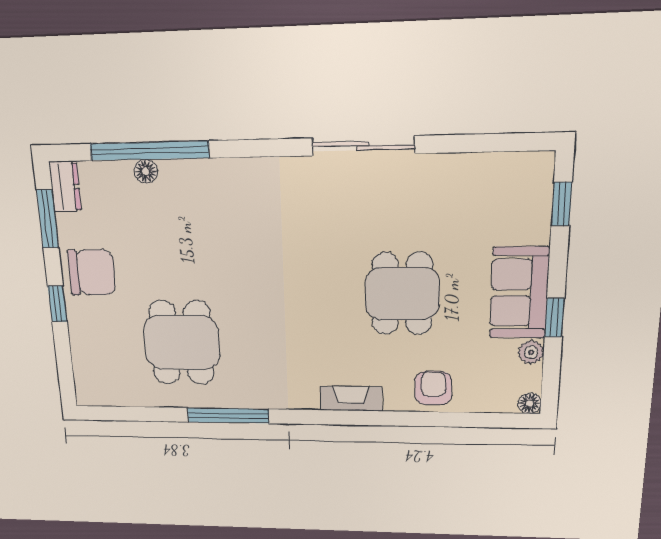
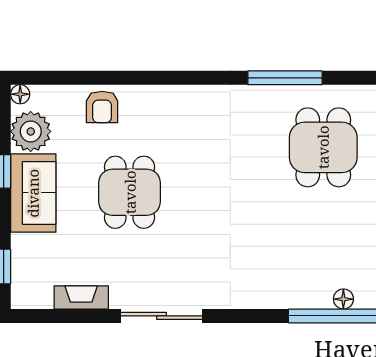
plant: (531, 352) -> (31, 131), width x1.87, depth x1.87
fireplace: (351, 398) -> (81, 297), moved, turned 180

